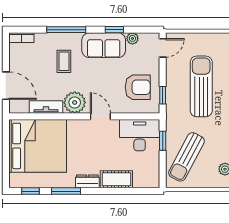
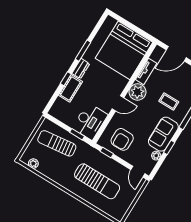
sun lounger: (187, 157) -> (57, 143), turned -35
window: (31, 191) -> (66, 79), moved

